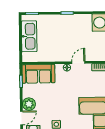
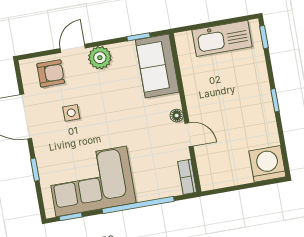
door: (22, 118) -> (73, 48), swing flipped

